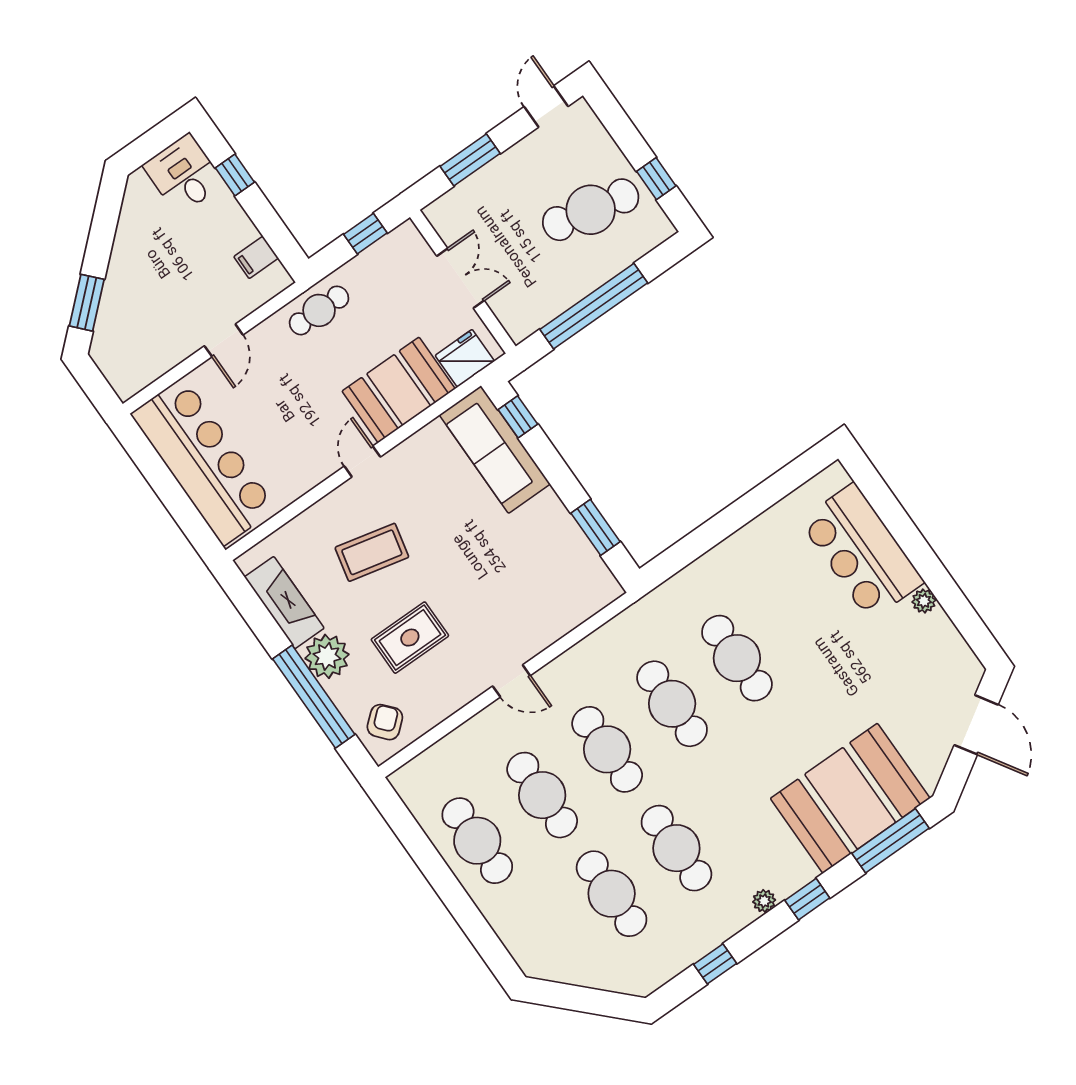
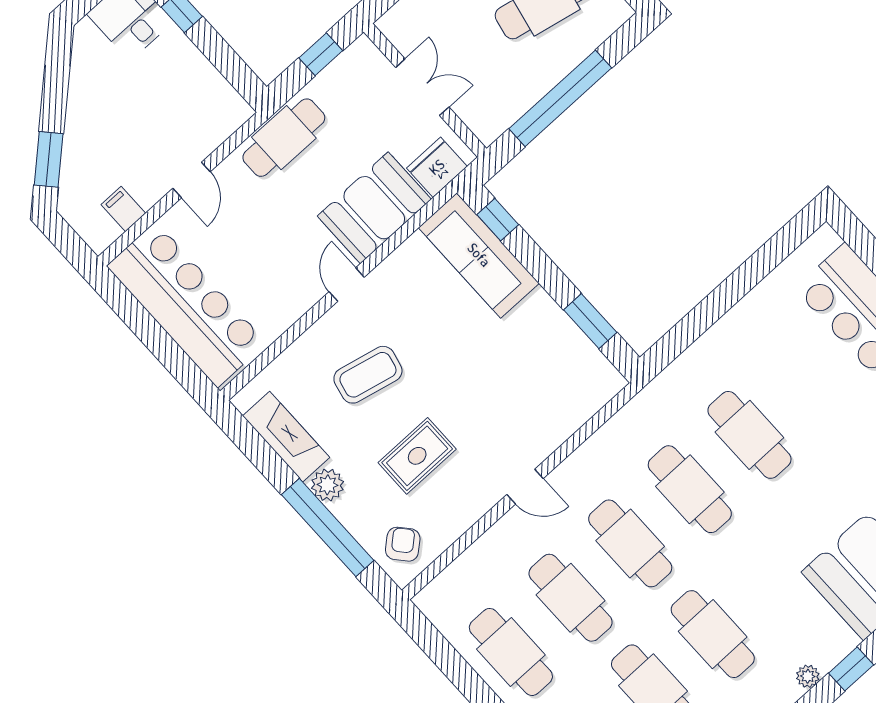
filing cabinet: (256, 257) -> (123, 209), moved, turned 90
cafe table: (319, 310) -> (284, 138), width x1.37, depth x1.35
plant: (327, 656) -> (327, 485), width x0.73, depth x0.73

